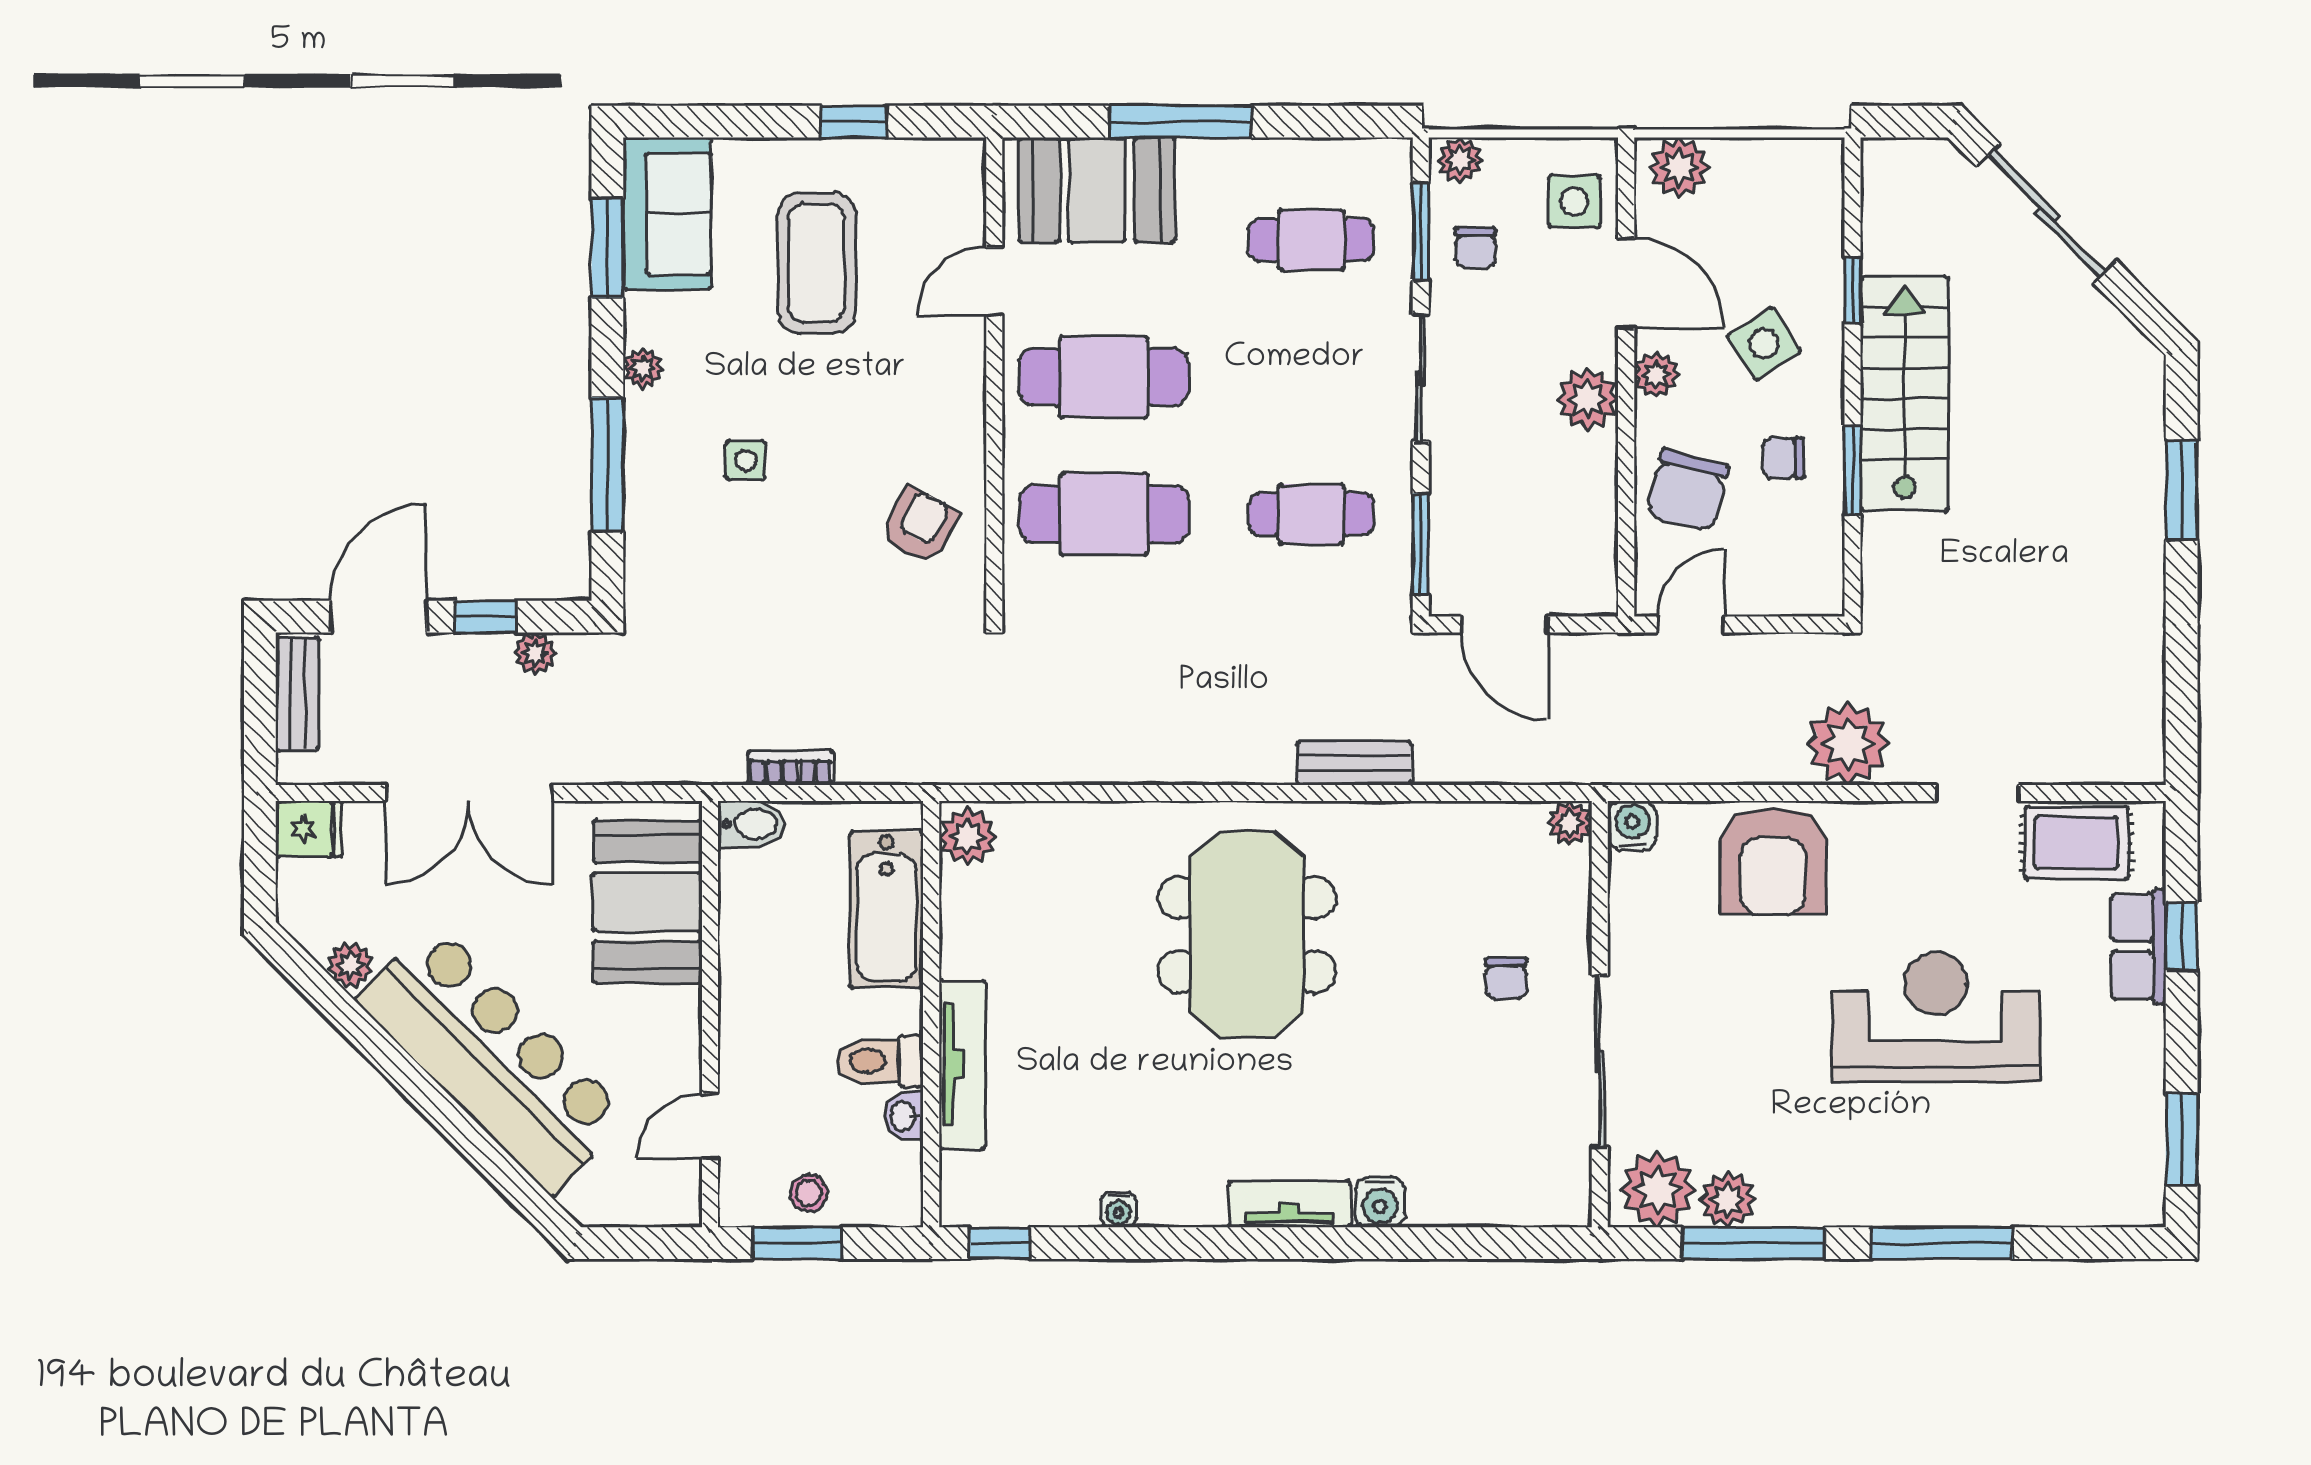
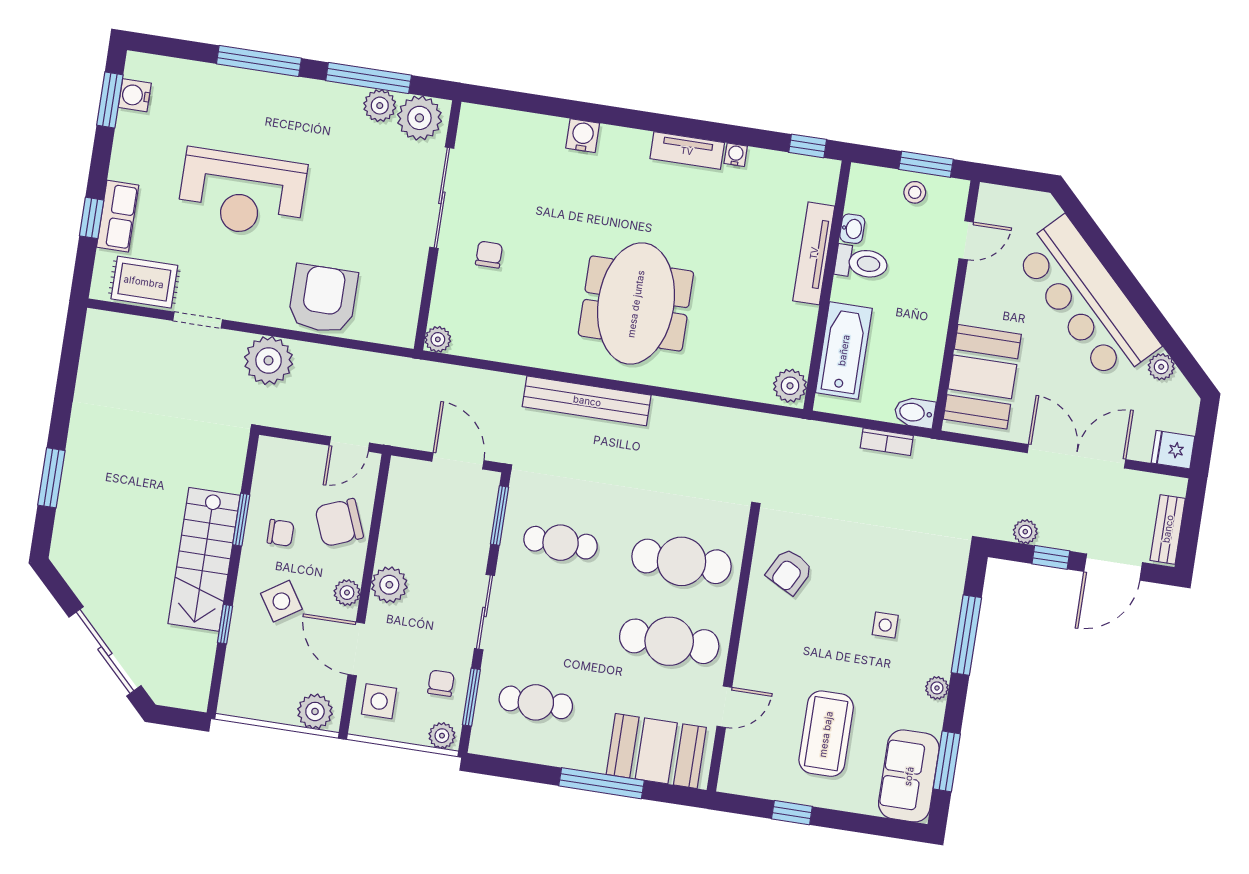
chair: (1688, 490) -> (339, 523), turned -126
bench: (1354, 763) -> (587, 401), width x1.86, depth x1.21
water cooler: (1632, 826) -> (135, 95), moved, turned 90
tv unit: (1290, 1204) -> (687, 151), moved

